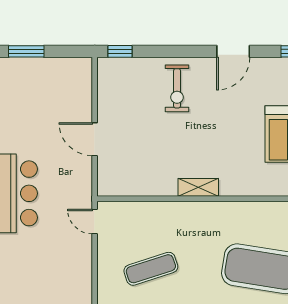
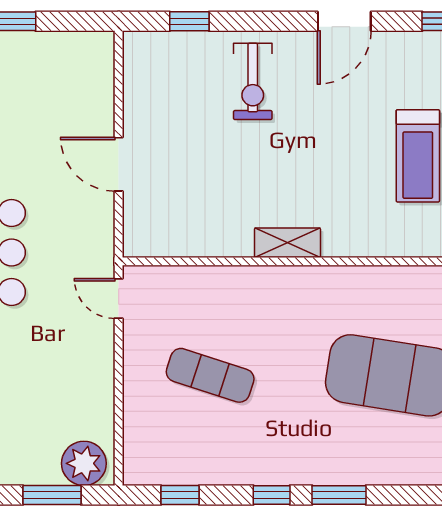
window: (120, 51) -> (189, 21), moved
exercise mat: (151, 269) -> (210, 375), turned 36

